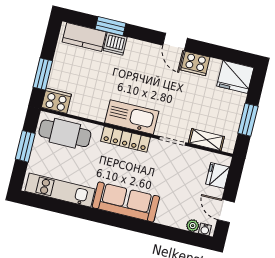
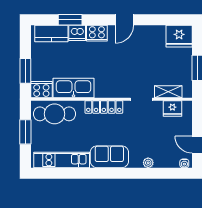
door: (175, 42) -> (124, 20), hinge flipped
cooker: (195, 64) -> (97, 33), moved
kitchen sink: (132, 117) -> (74, 88), moved
fridge: (218, 176) -> (172, 108), moved, turned -90
sofa: (126, 202) -> (109, 157), width x0.73
plant: (193, 226) -> (148, 163), moved

